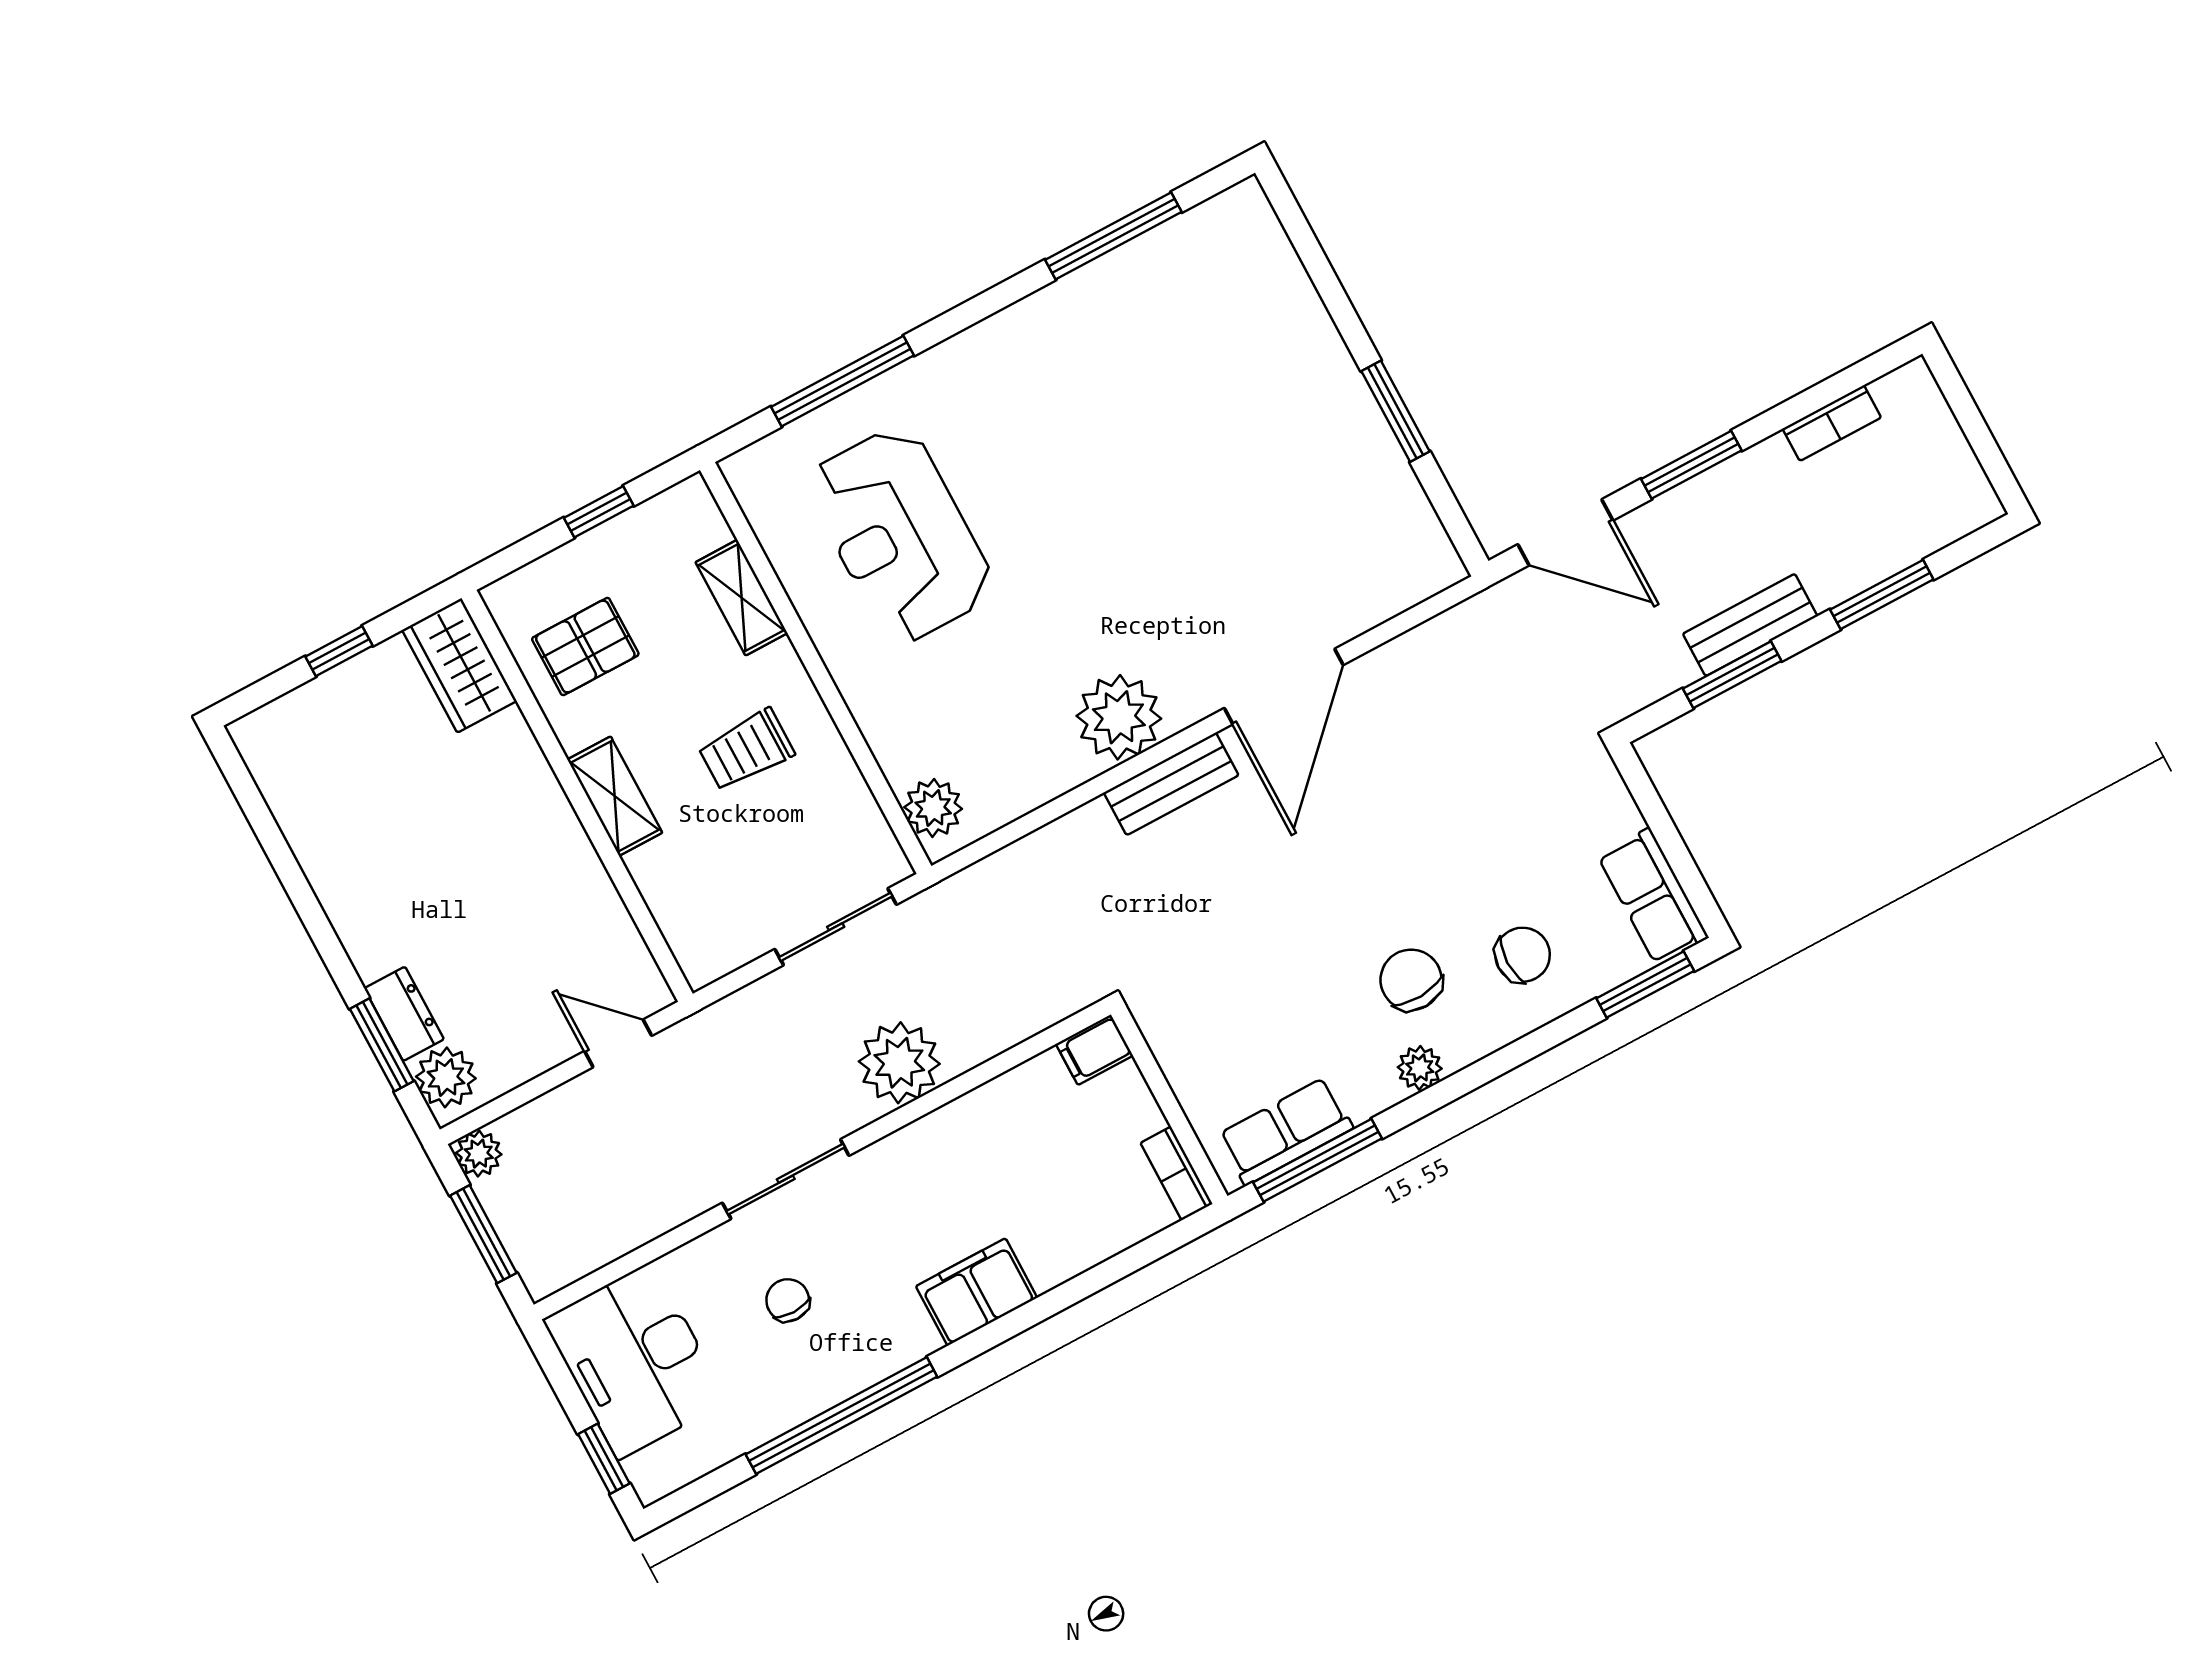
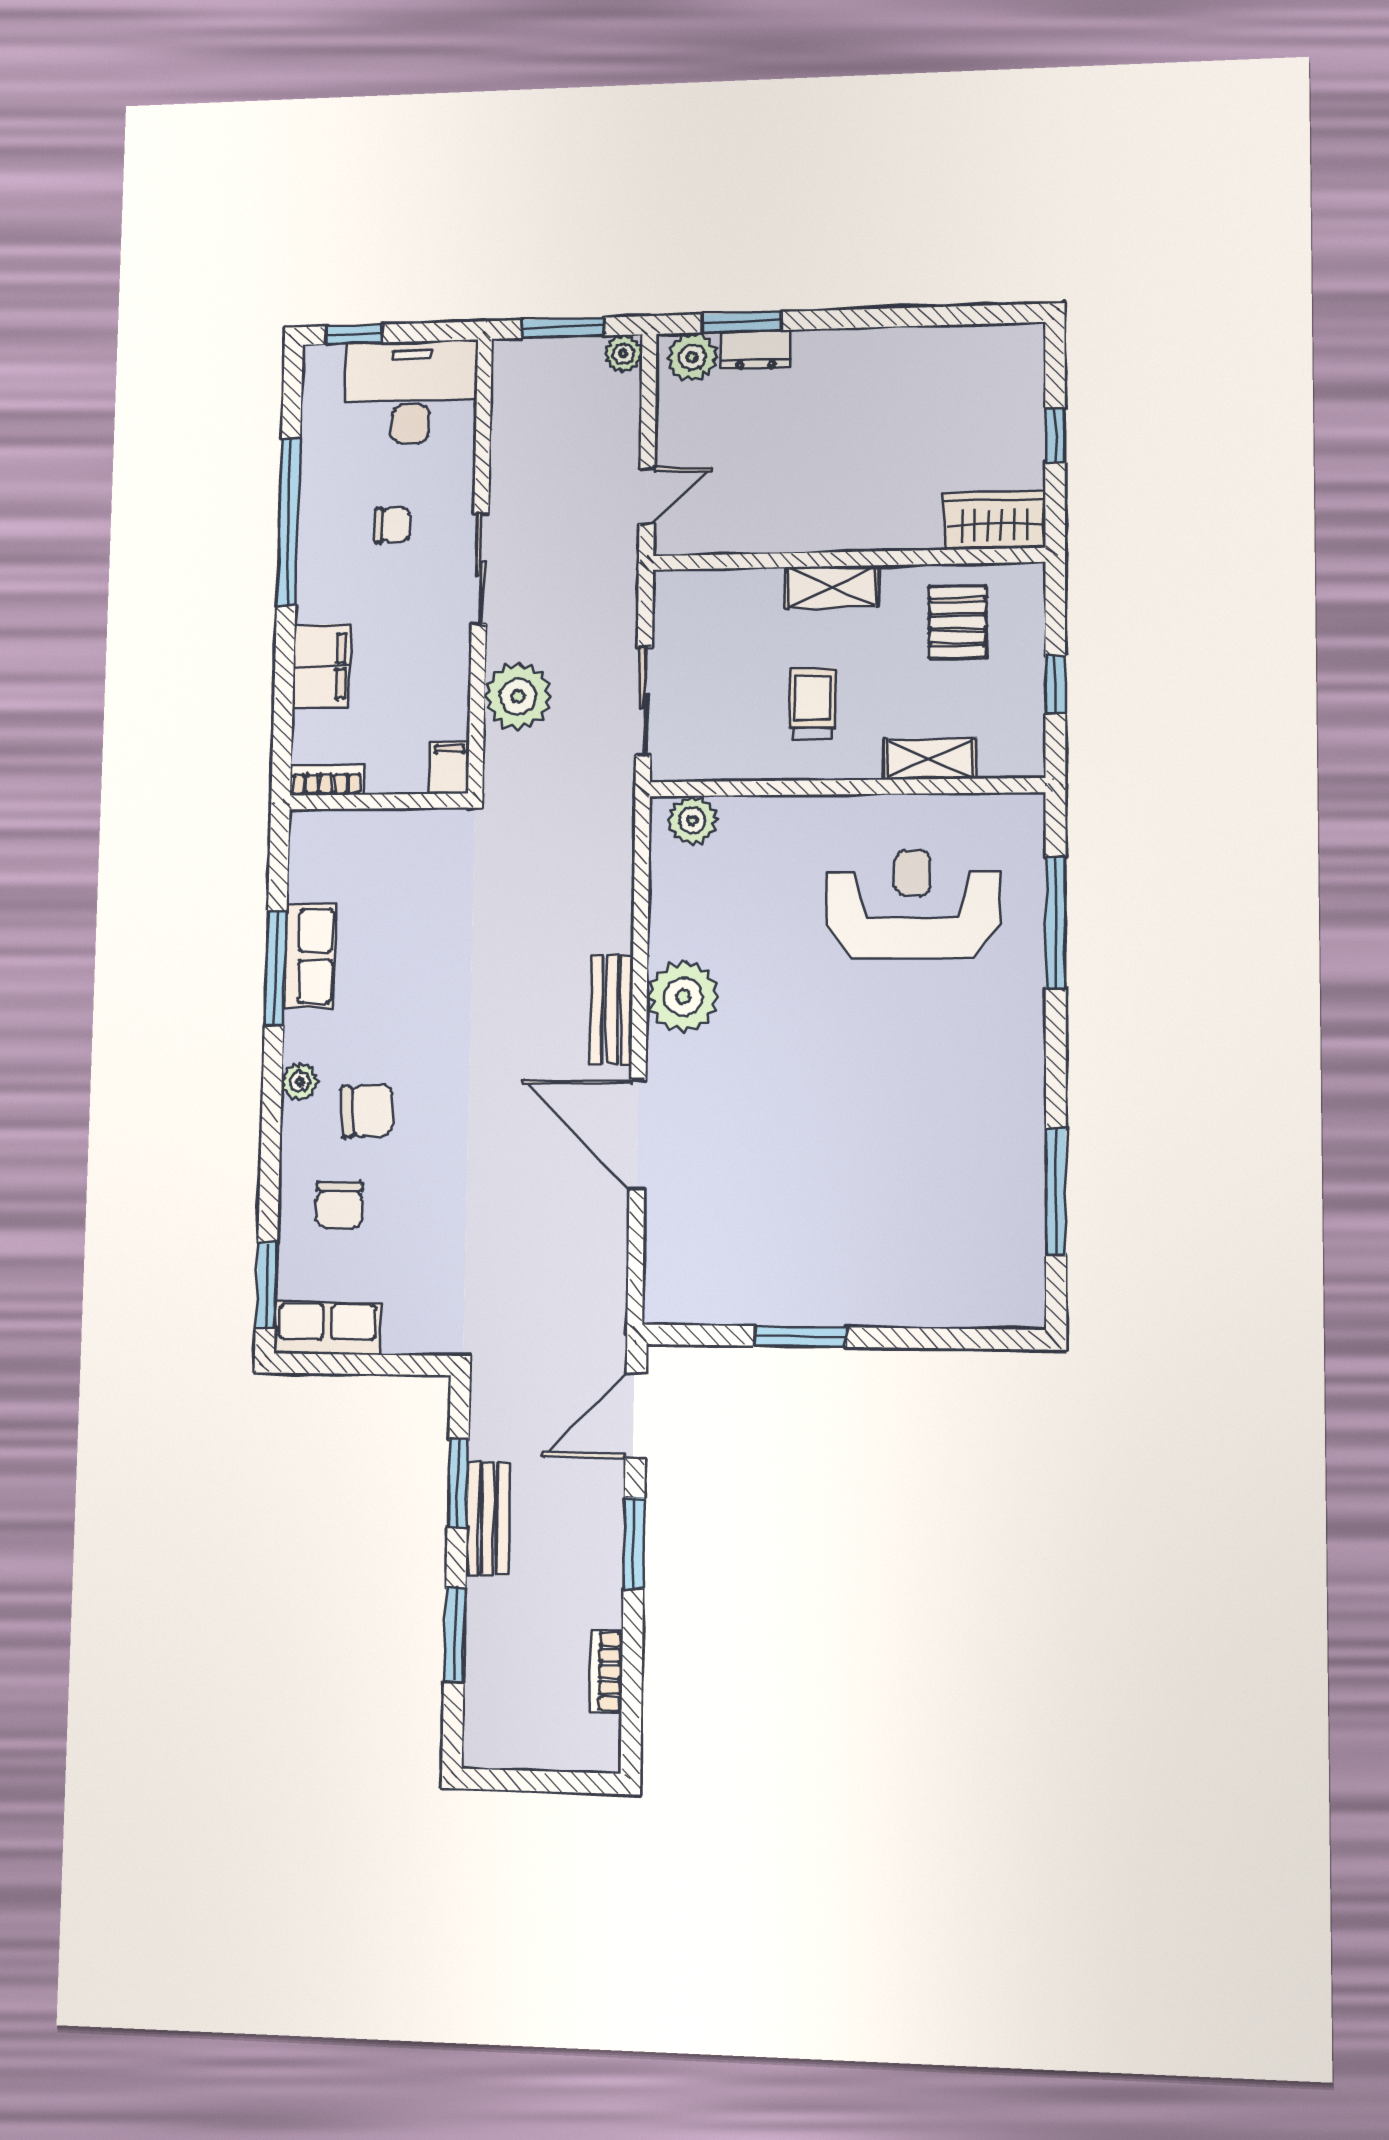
filing cabinet: (1094, 1050) -> (449, 767), moved
wall: (1169, 1105) -> (378, 801), moved
bookcase: (1176, 1173) -> (326, 780), moved

